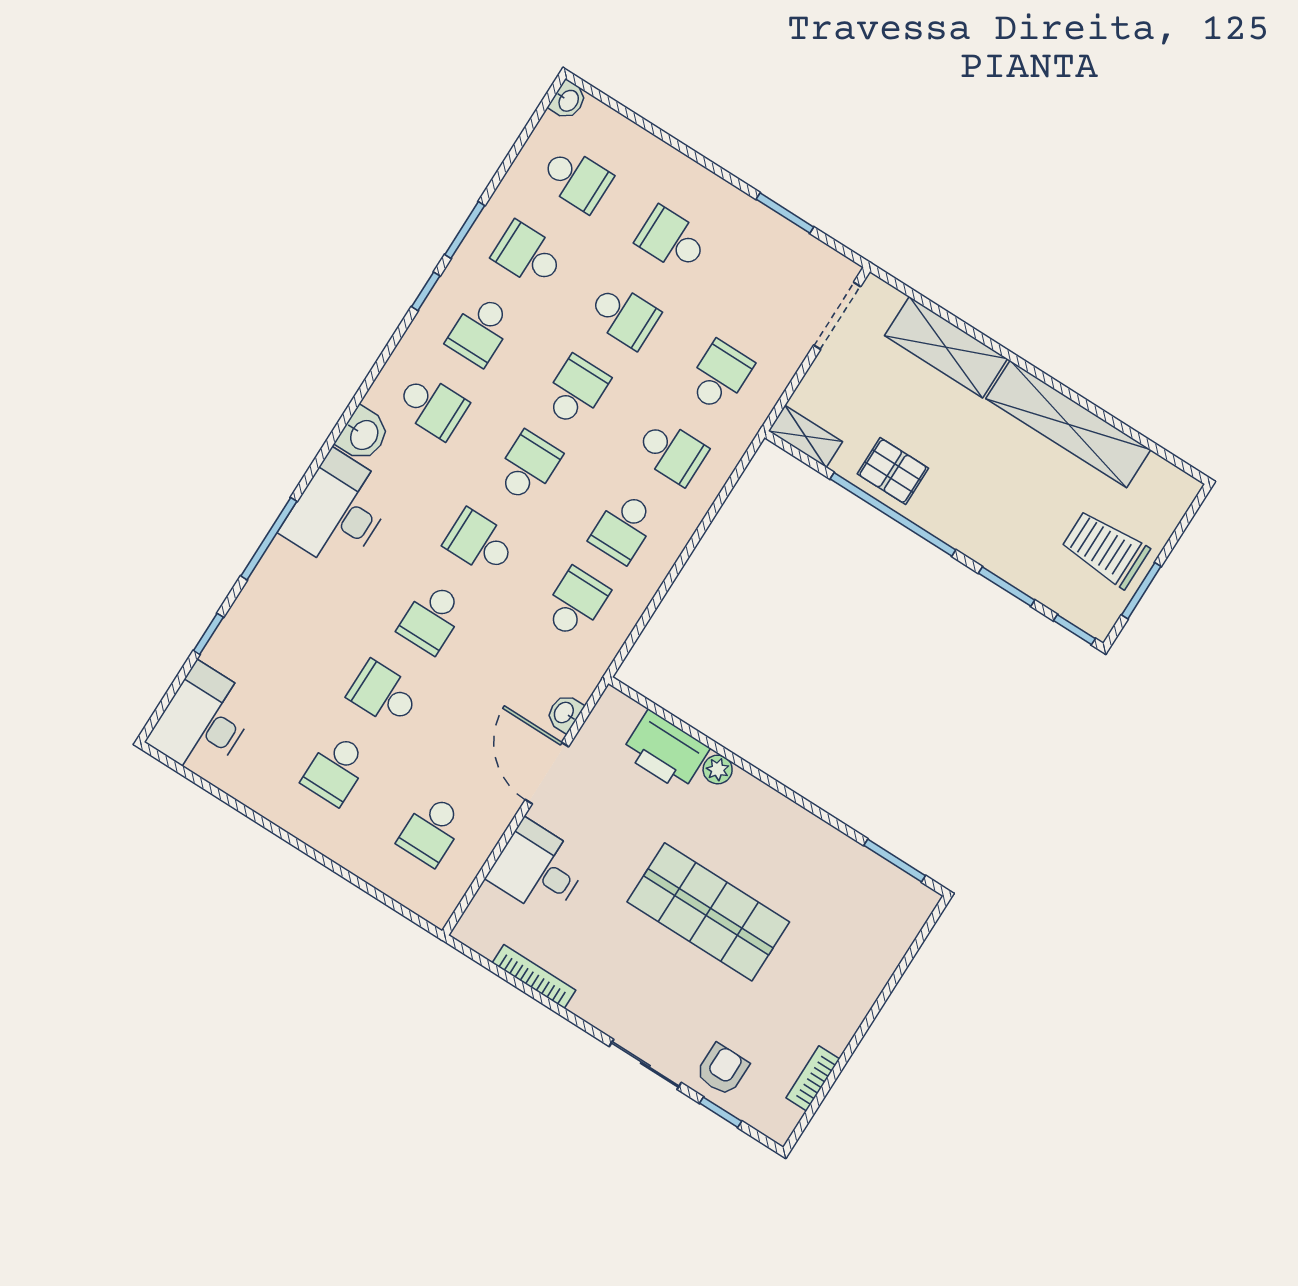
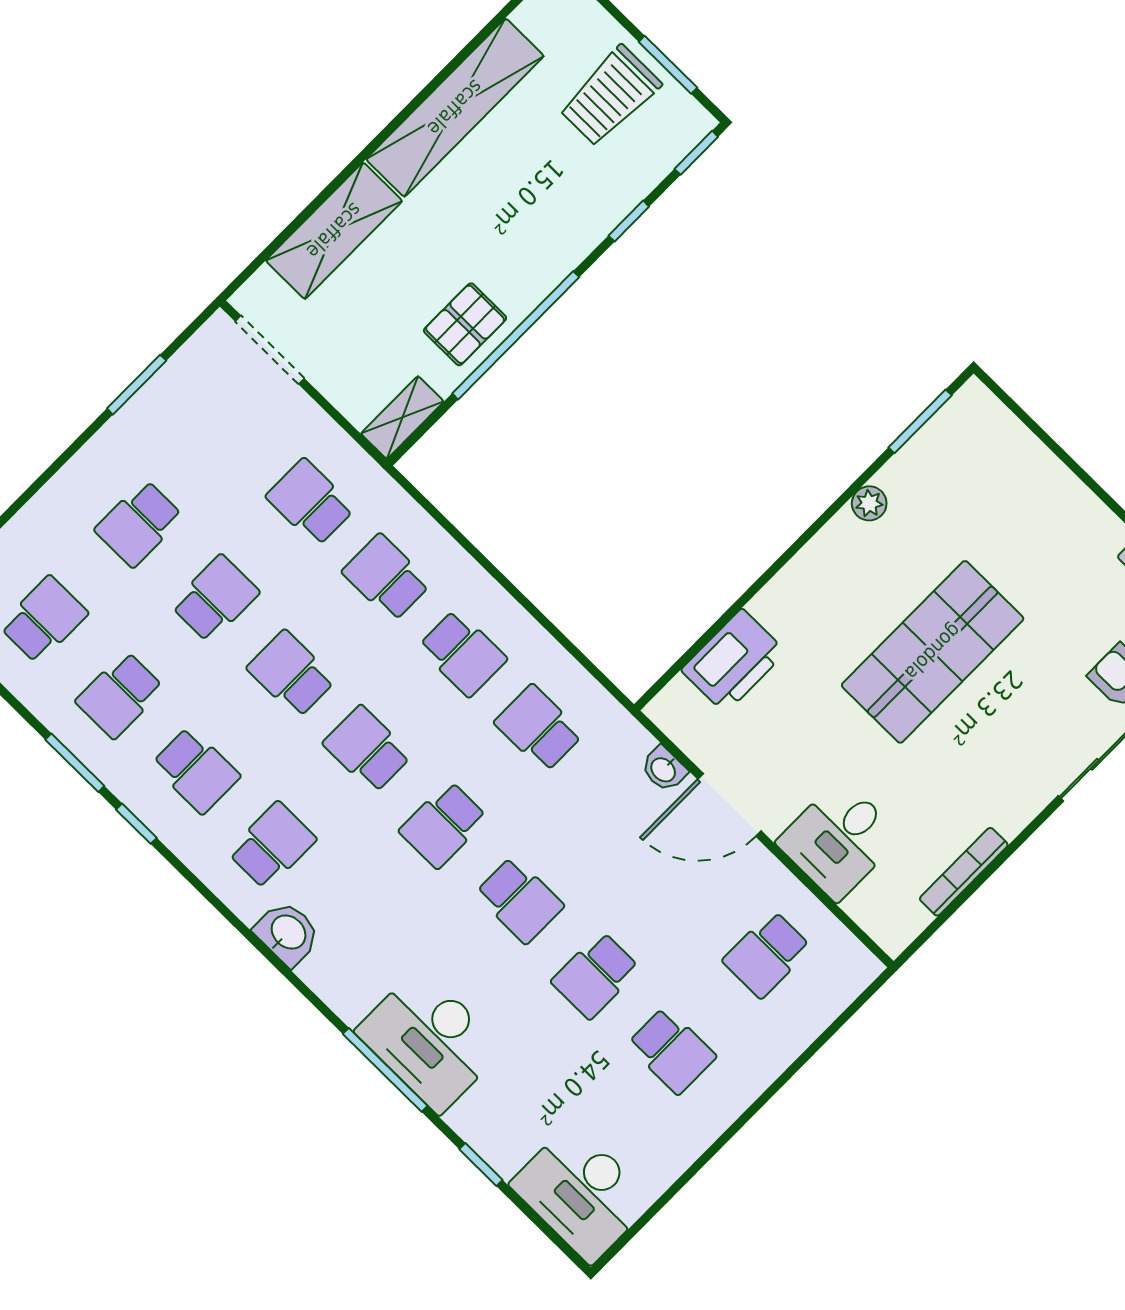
school desk: (672, 452) -> (386, 578), turned -90
desk: (338, 511) -> (430, 1040), moved
window: (1007, 587) -> (629, 221), width x0.67
plant: (718, 770) -> (869, 503), moved
school desk: (431, 830) -> (767, 954), turned 90

